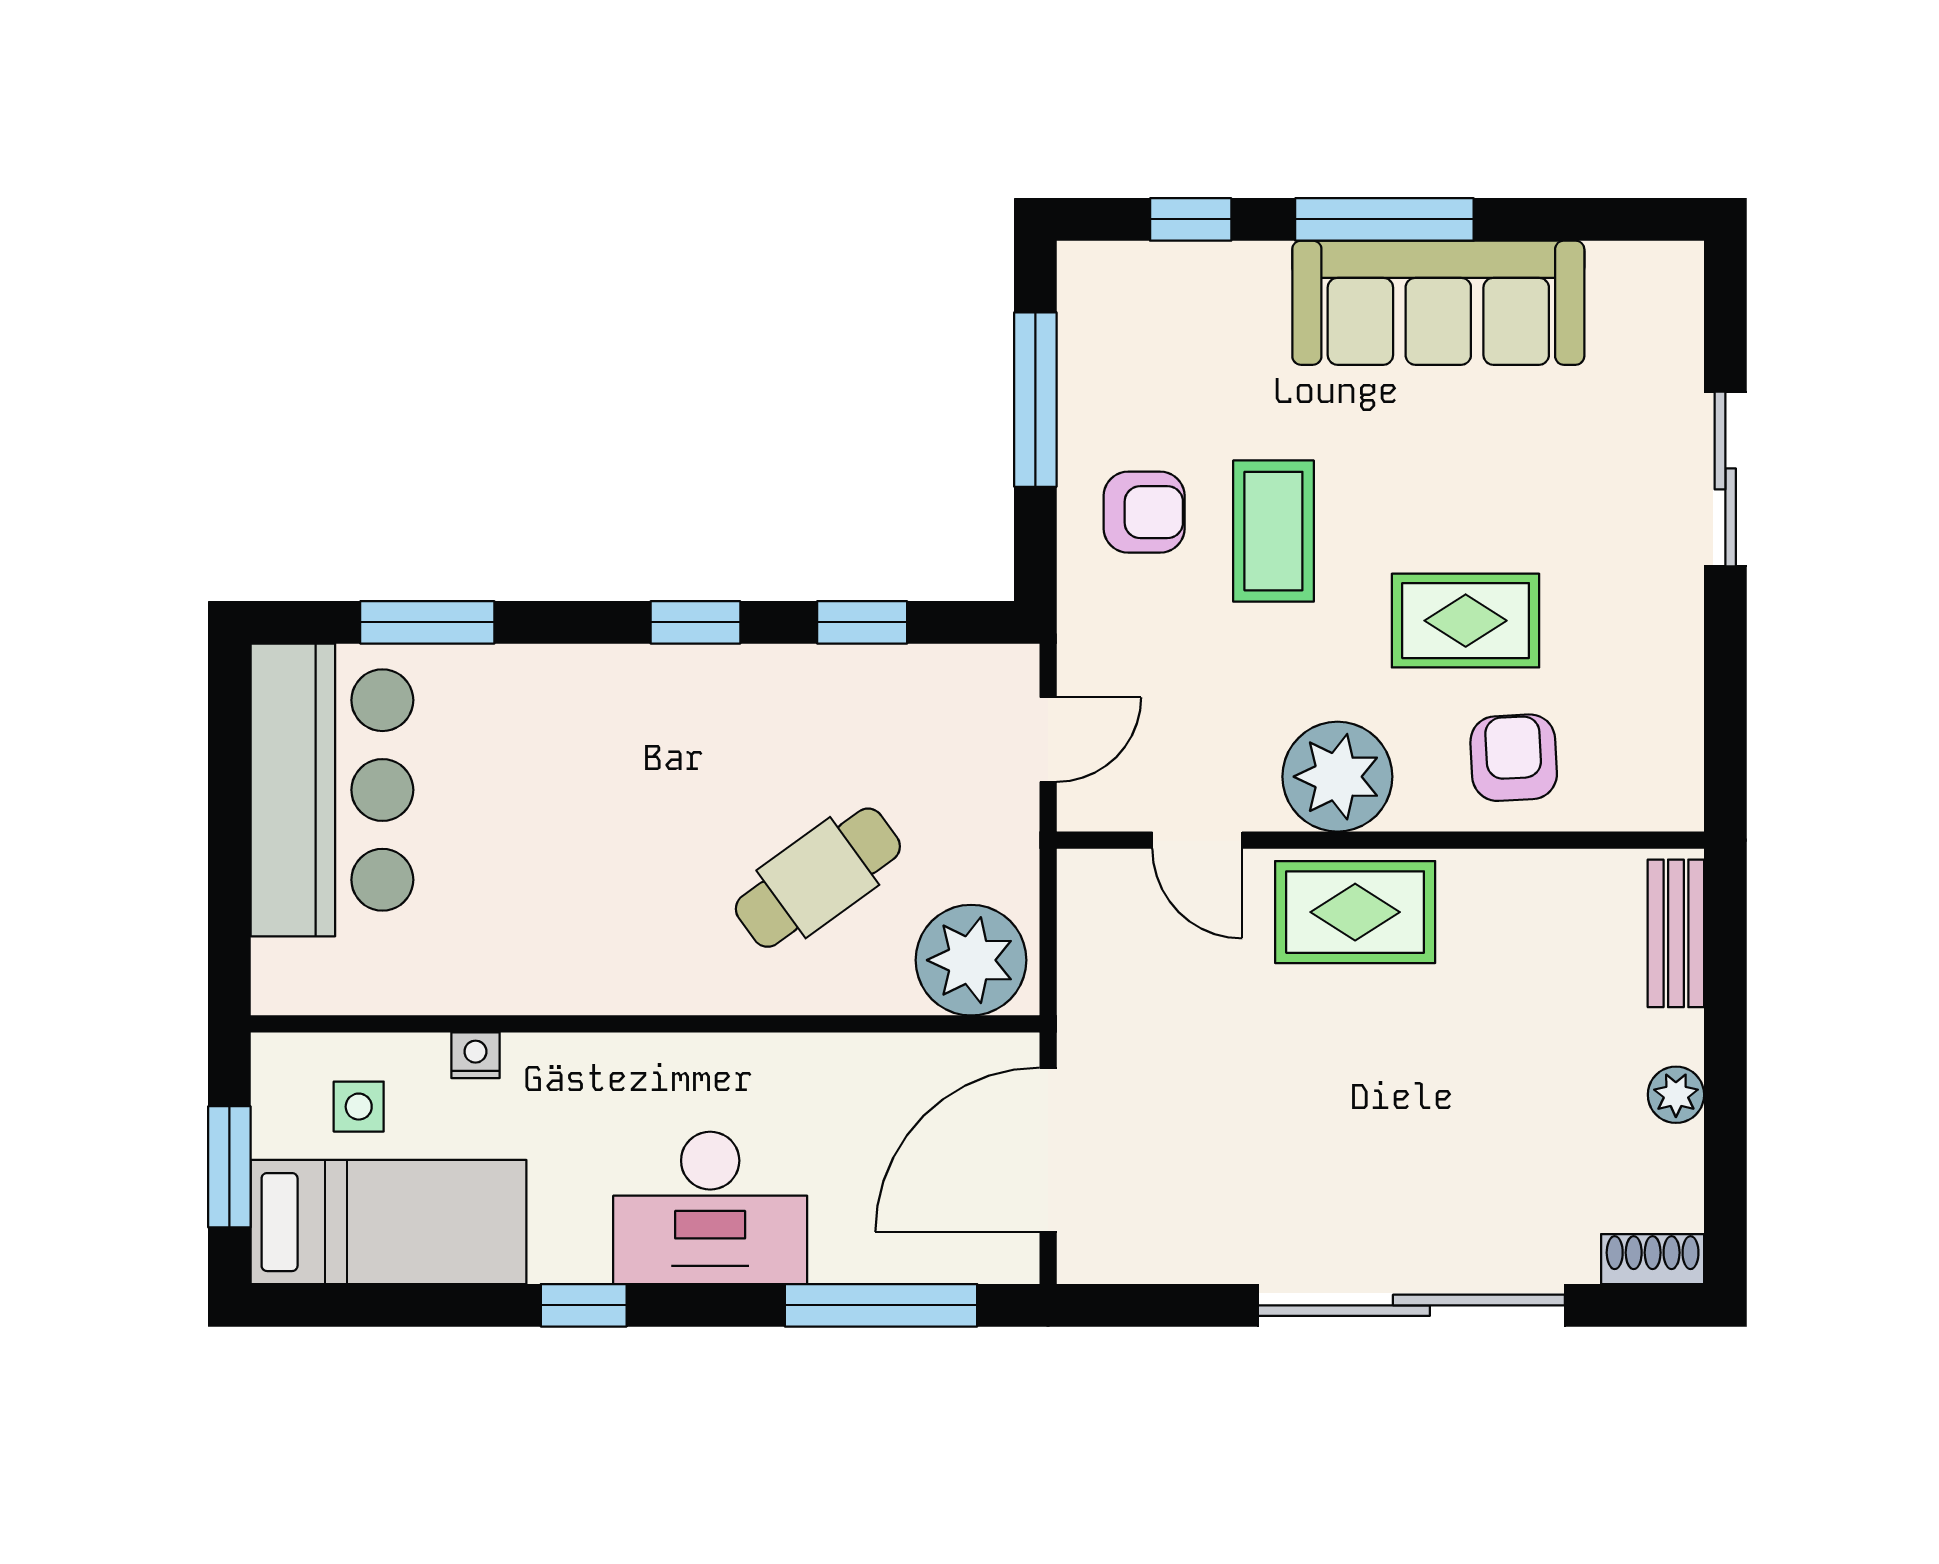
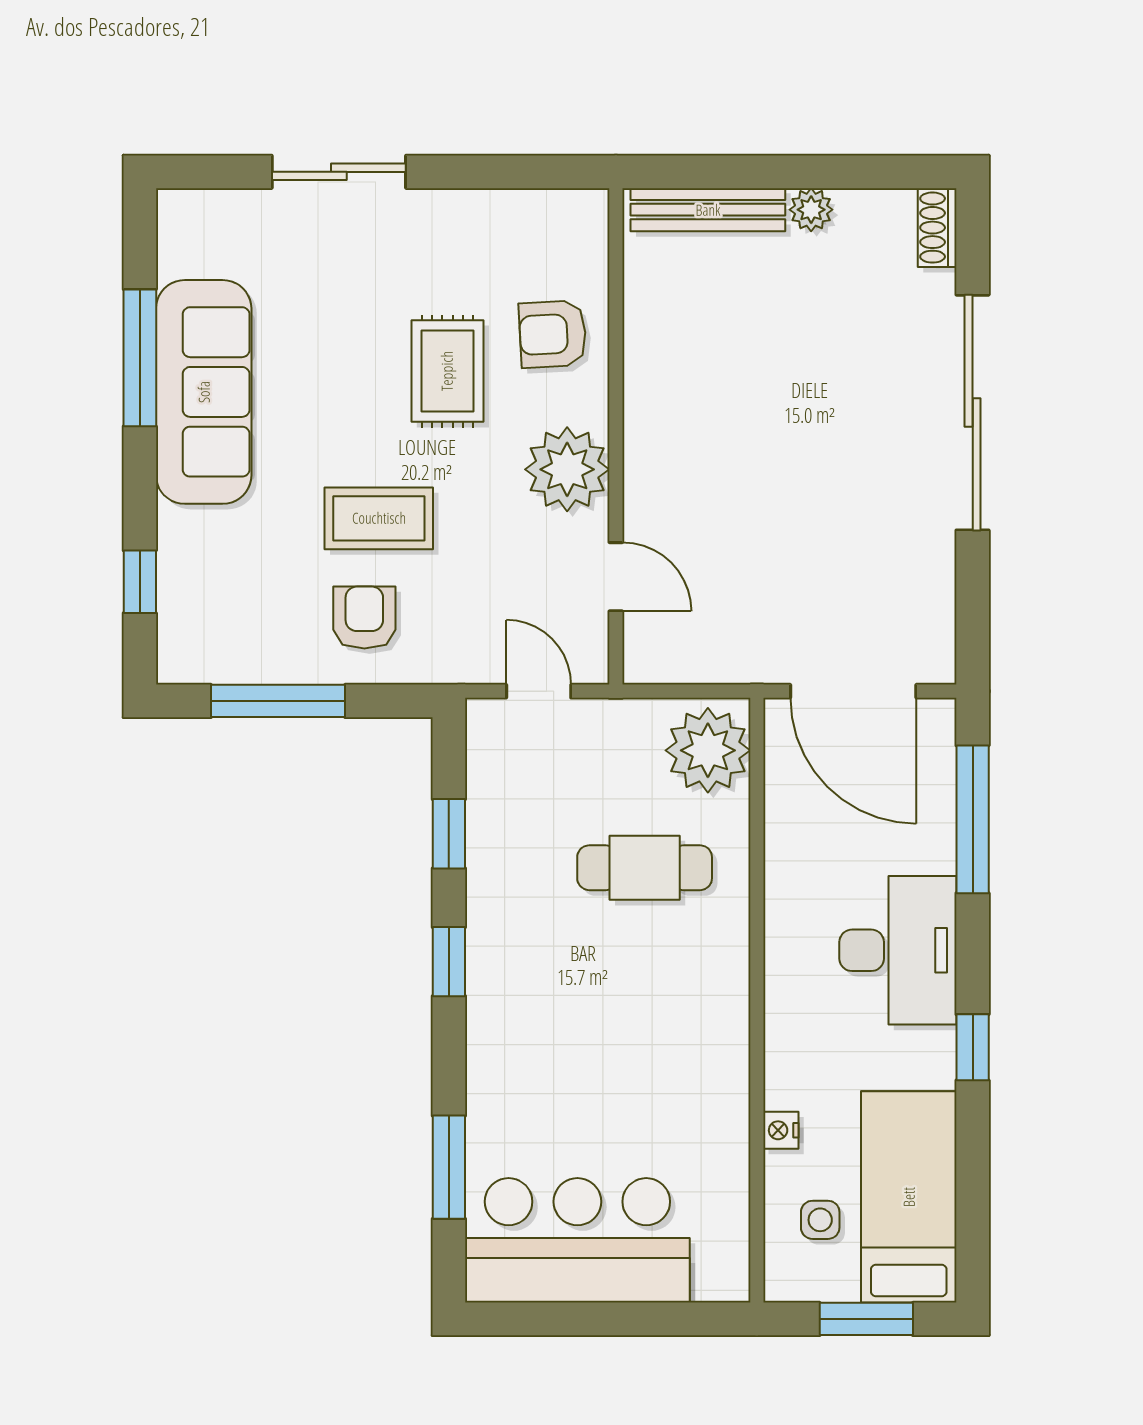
window: (1384, 219) -> (140, 358), moved
door: (1197, 840) -> (616, 577), hinge flipped
cafe table: (818, 878) -> (645, 868), turned -54
rug: (1355, 912) -> (671, 456), removed
bench: (1676, 933) -> (708, 210), width x1.36

